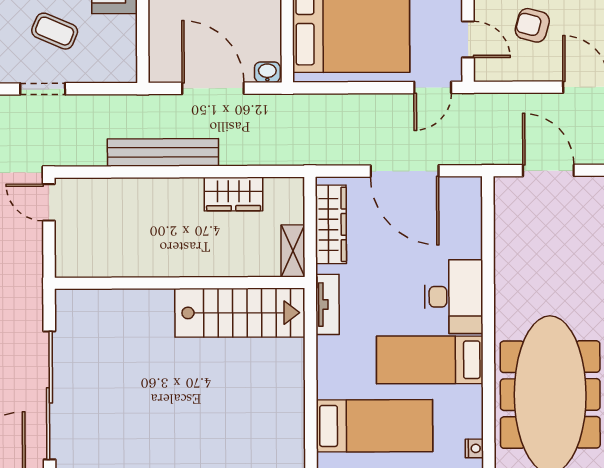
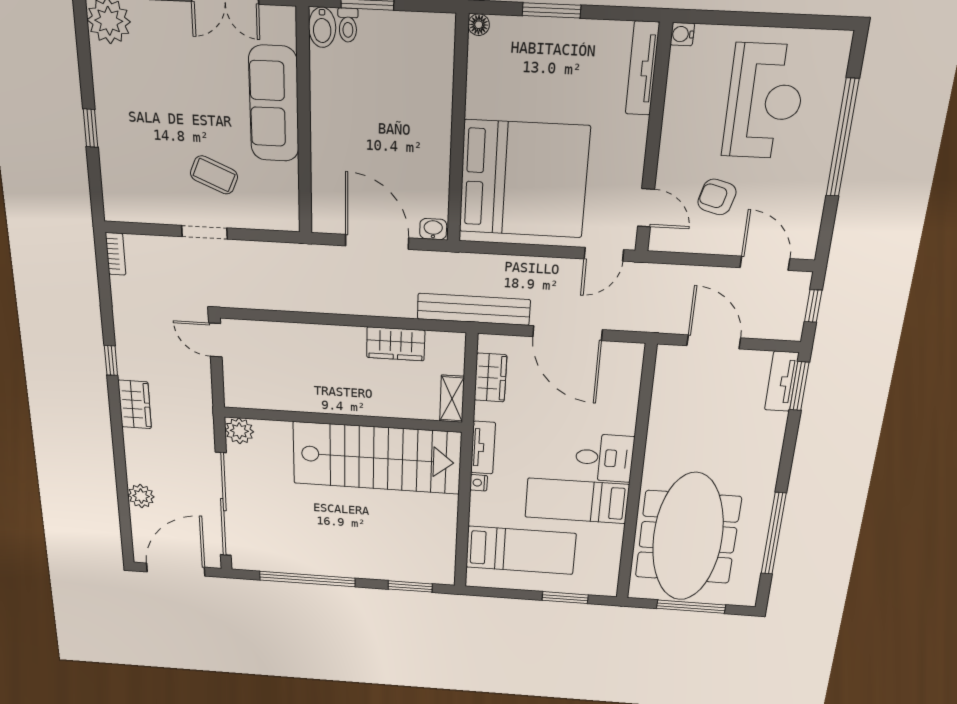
bench: (163, 152) -> (474, 309), moved
wardrobe: (331, 224) -> (490, 378), width x0.67
desk: (454, 297) -> (604, 458), width x0.73
plant: (70, 304) -> (239, 431), added
stairs: (240, 313) -> (377, 458), width x1.36, depth x1.51
nightstand: (474, 448) -> (479, 483), moved, turned 180

